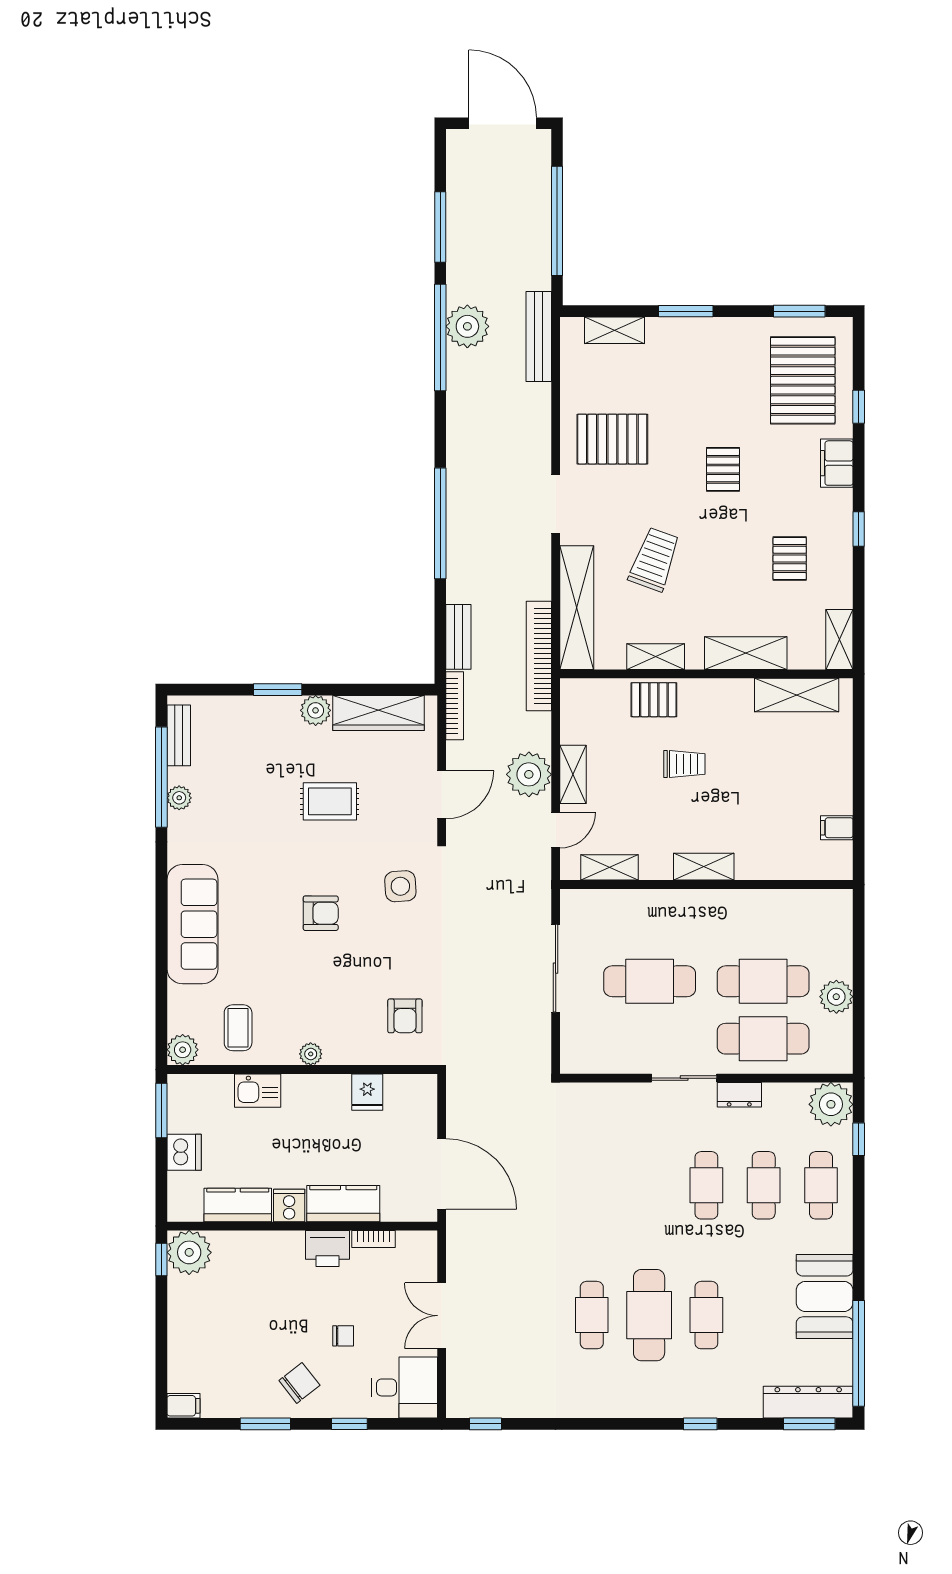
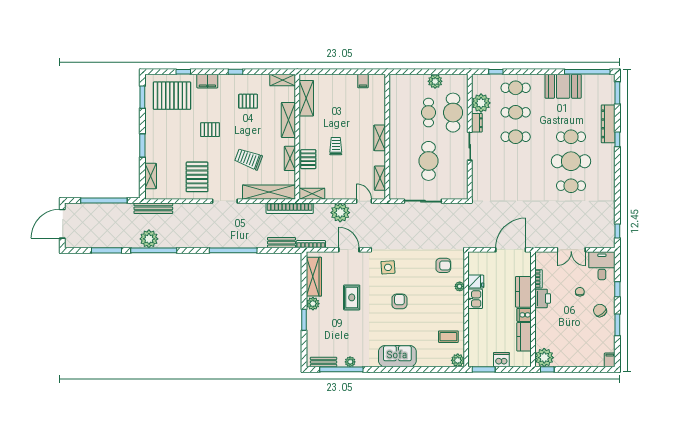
shelving: (573, 774) -> (312, 194), moved
sofa: (192, 924) -> (397, 356), width x0.73
cafe table: (763, 981) -> (429, 113), width x0.73, depth x0.74
plant: (311, 1054) -> (460, 286), moved
kitchen sink: (258, 1091) -> (475, 299), moved
plant: (831, 1104) -> (481, 103), moved
dresser: (808, 1402) -> (608, 124), moved

